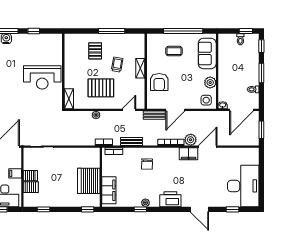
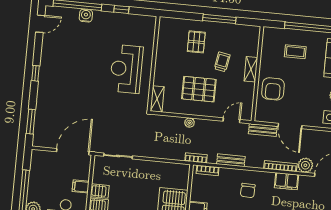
reception desk: (42, 77) -> (126, 69), turned 90
door: (175, 110) -> (290, 126), hinge flipped
filing cabinet: (189, 154) -> (287, 181), moved

